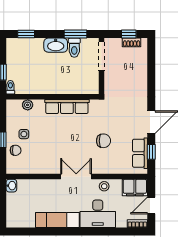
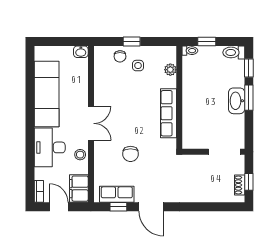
window: (75, 34) -> (249, 98), moved
toilet: (74, 48) -> (234, 52), moved
exam couch: (57, 220) -> (47, 94), width x1.36, depth x1.45

